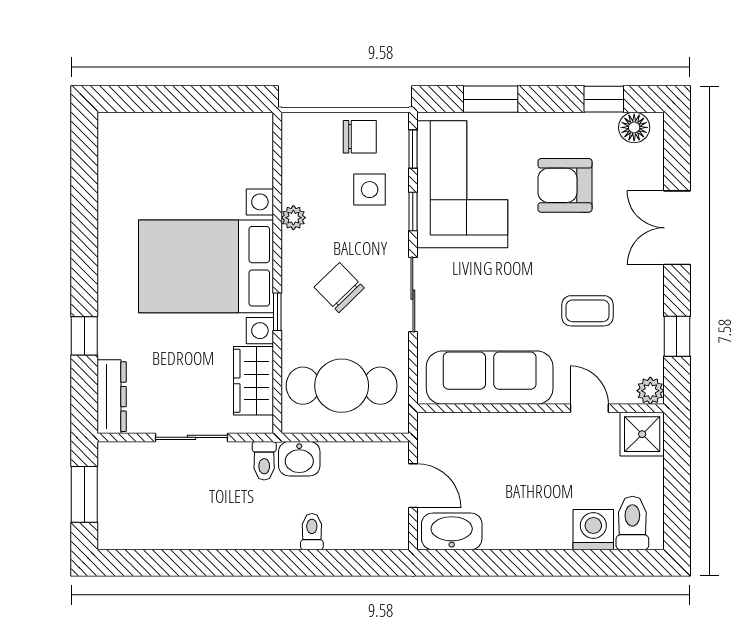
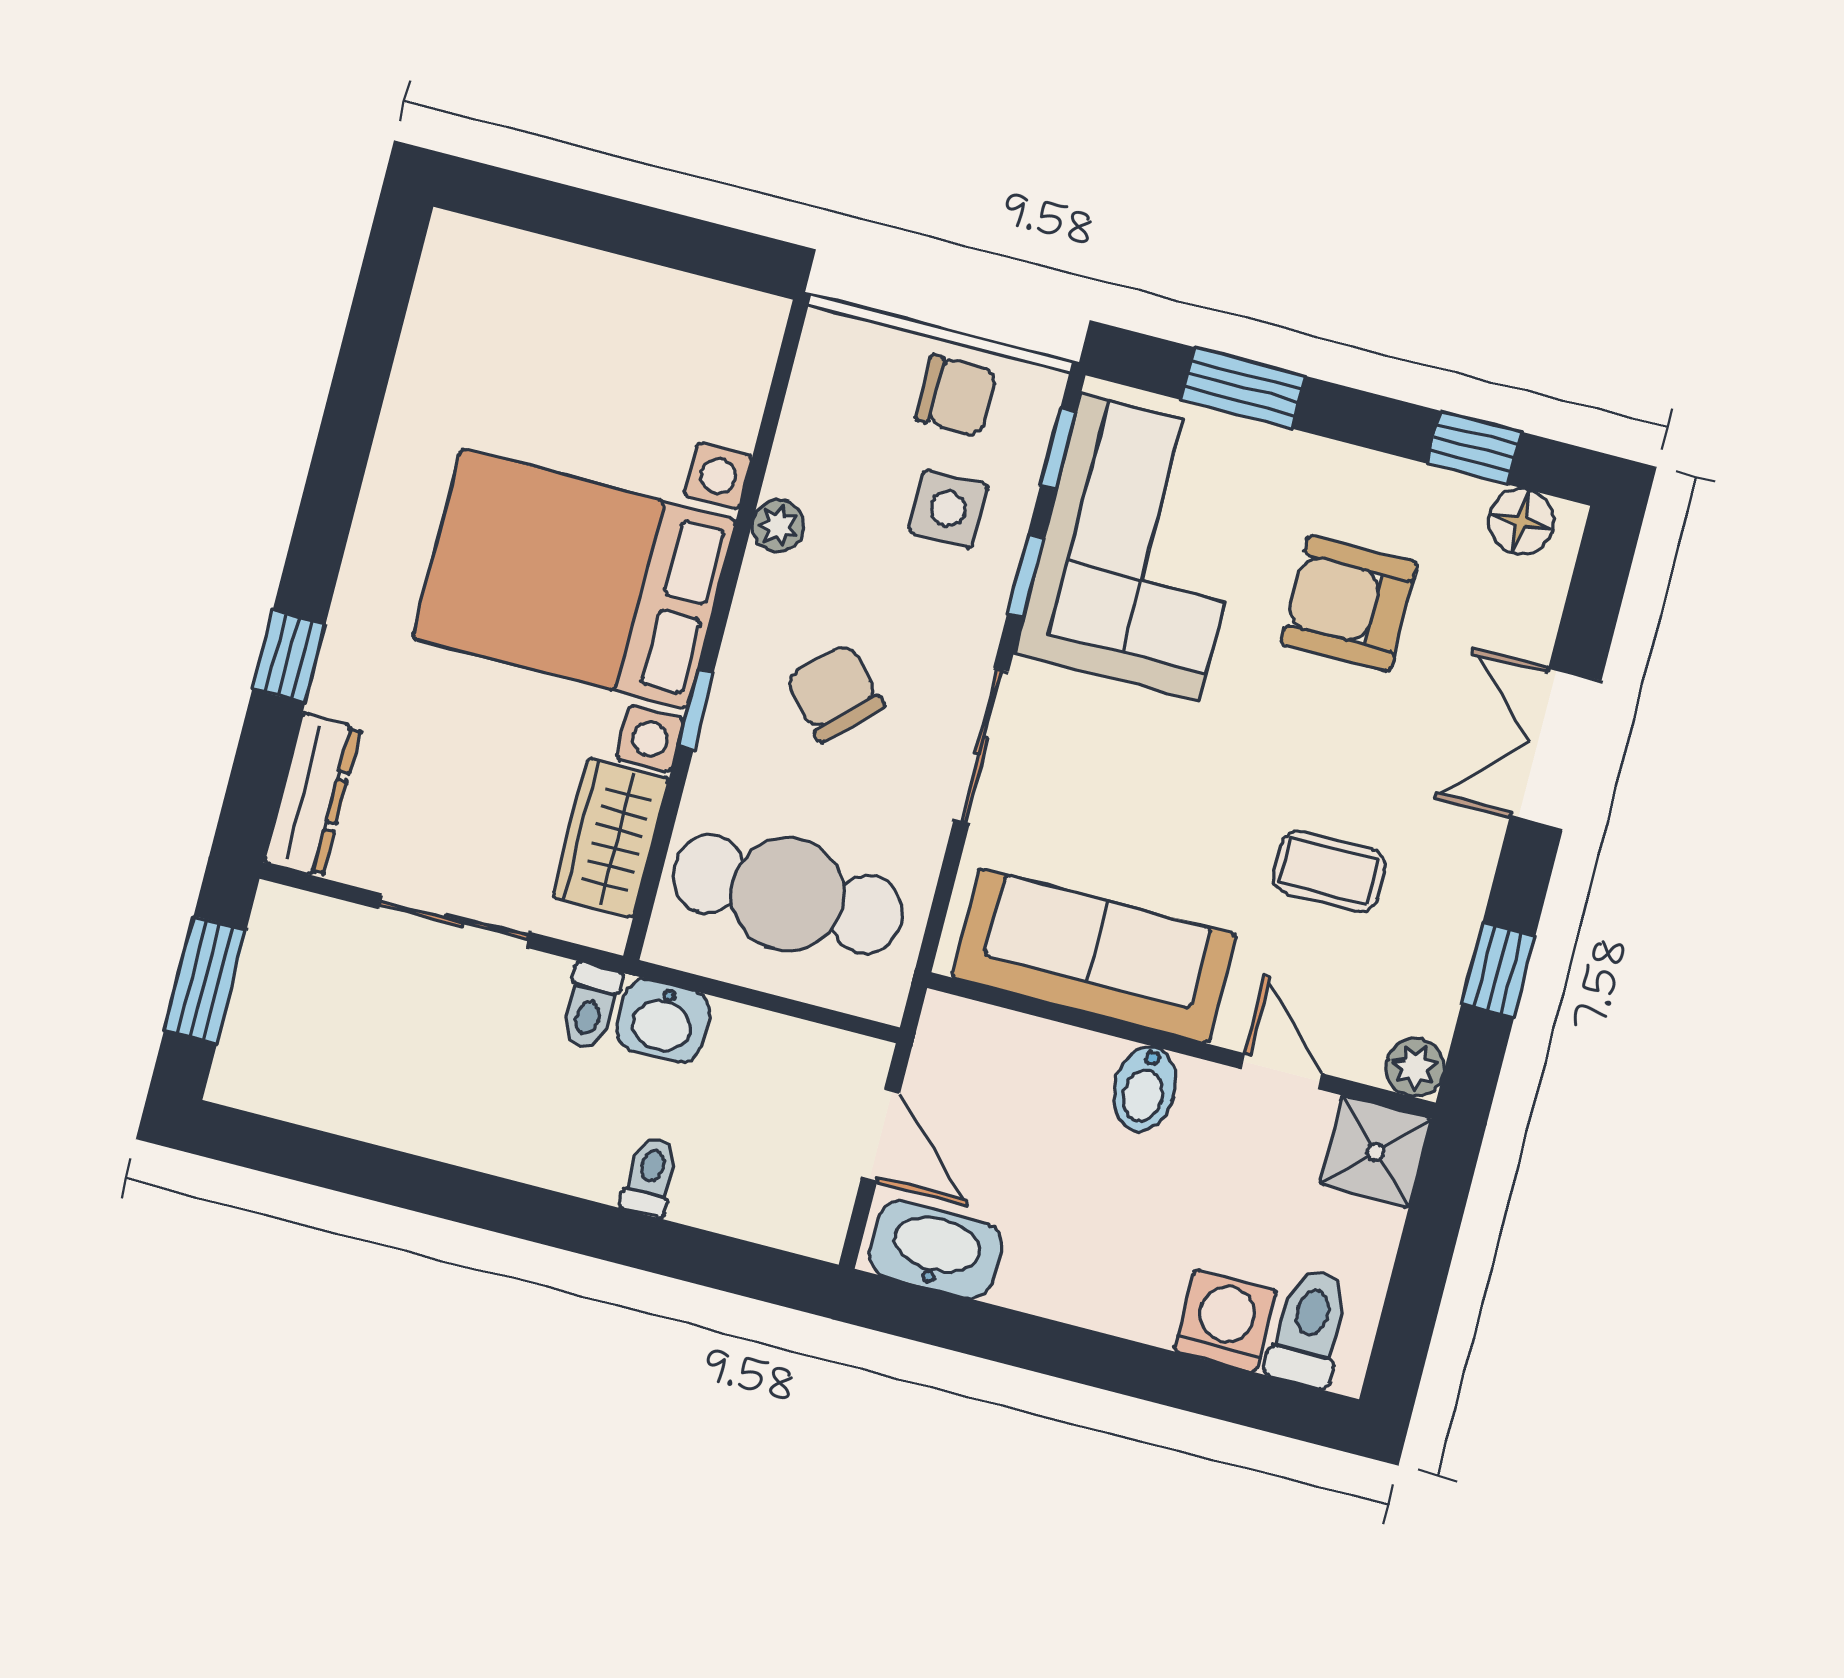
bidet: (529, 433) -> (1145, 1089), added

